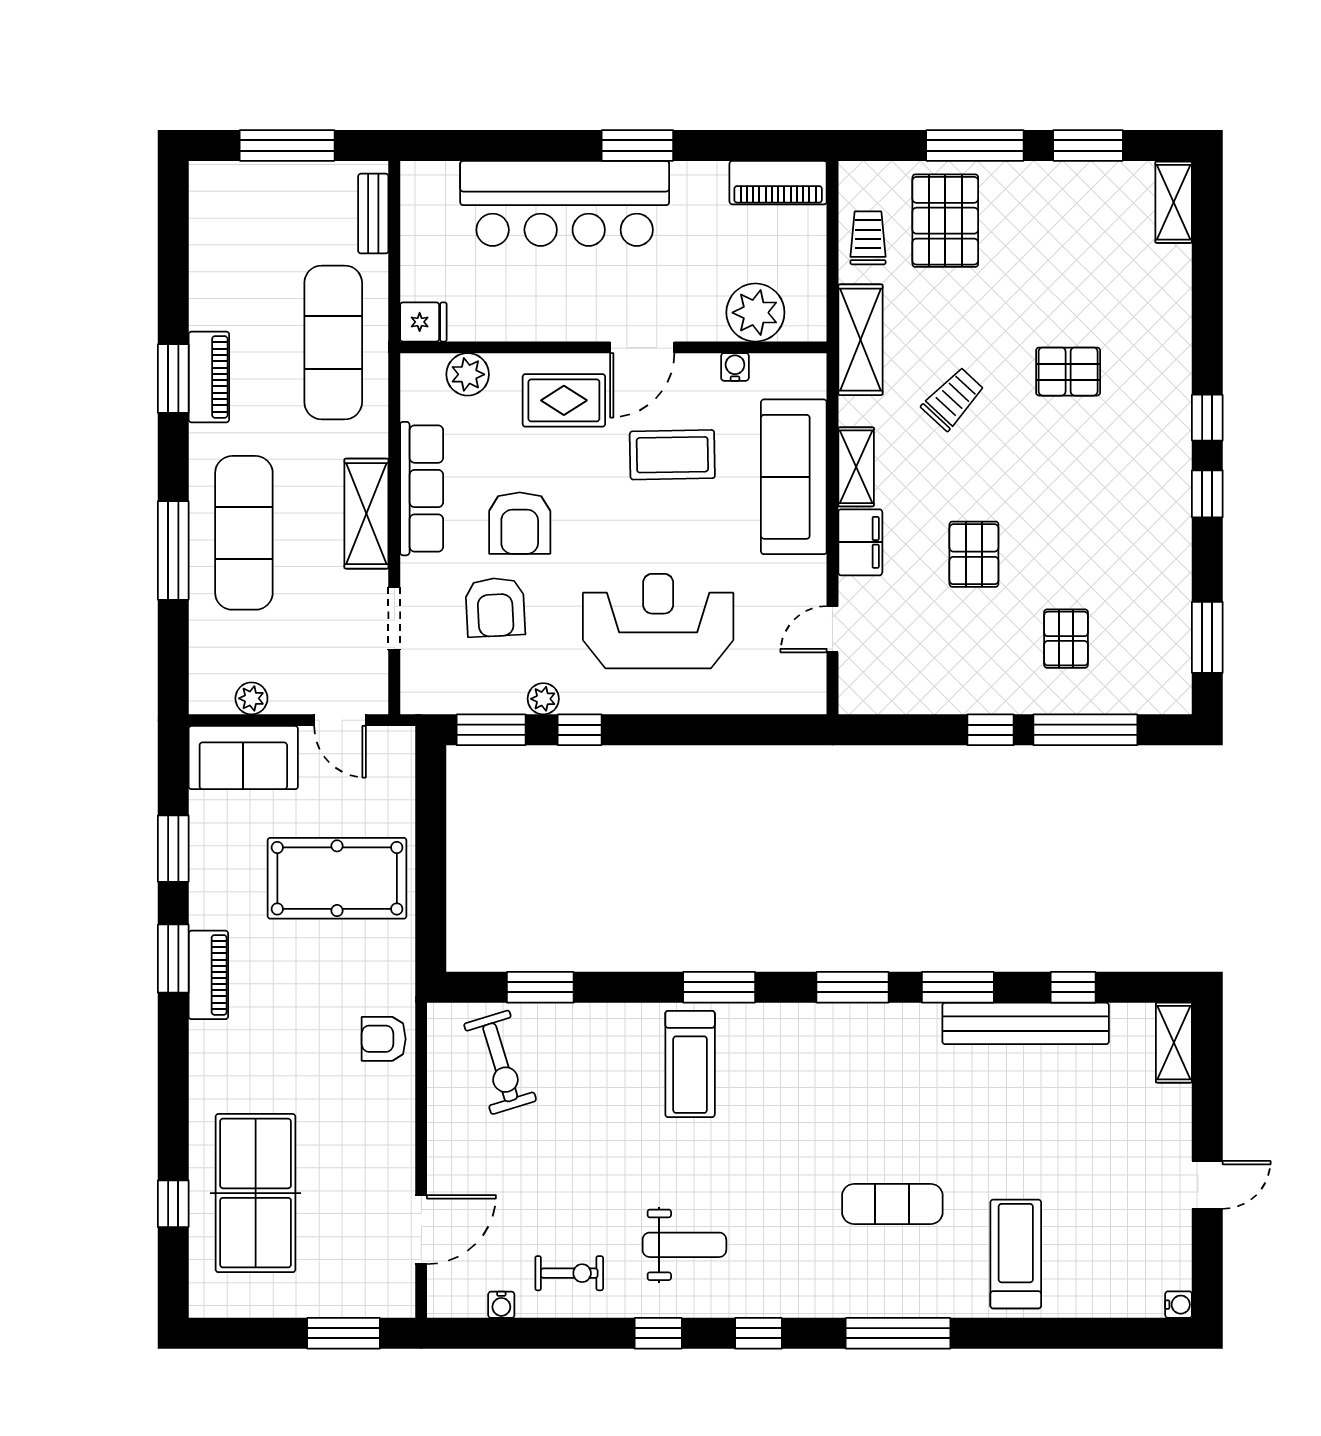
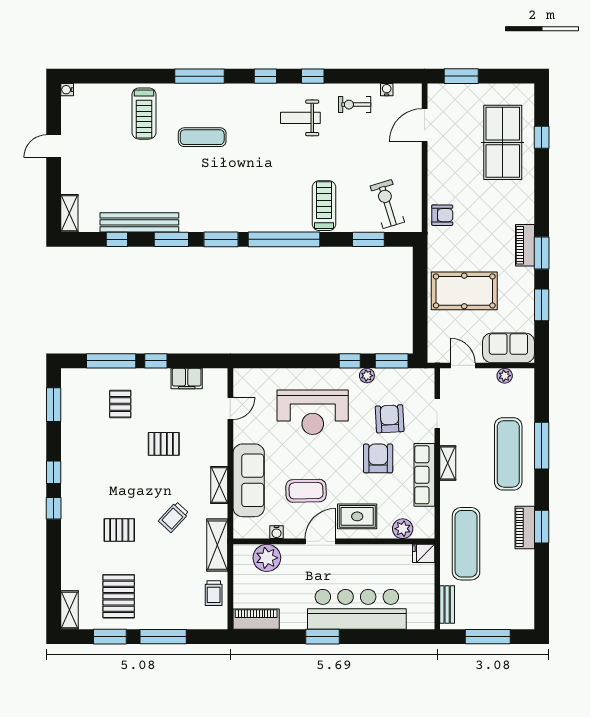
pallet: (945, 221) -> (119, 596), moved
shelving: (366, 514) -> (448, 463), width x0.67, depth x0.75
filing cabinet: (860, 542) -> (187, 379), moved, turned -90
pallet: (974, 554) -> (164, 444), turned 90
window: (719, 987) -> (284, 239), width x2.11
treadmill: (690, 1064) -> (324, 206), moved

